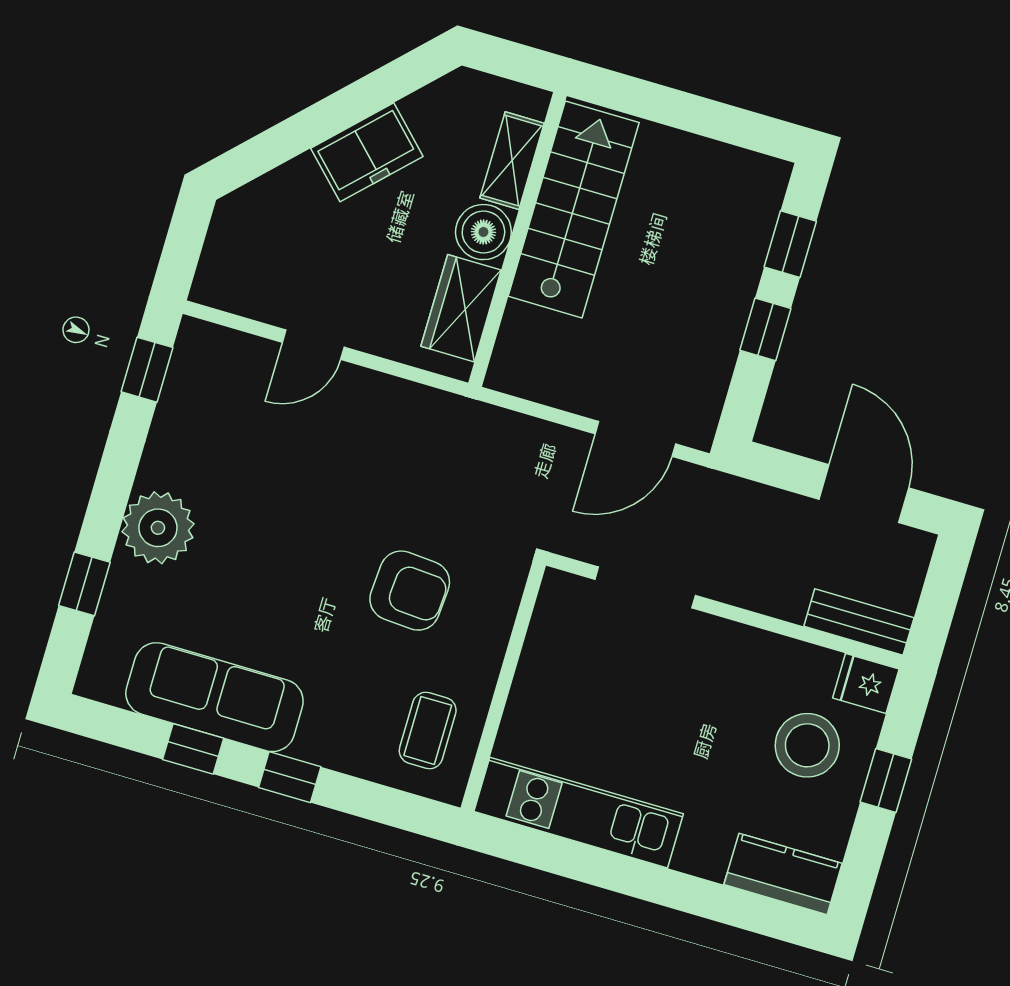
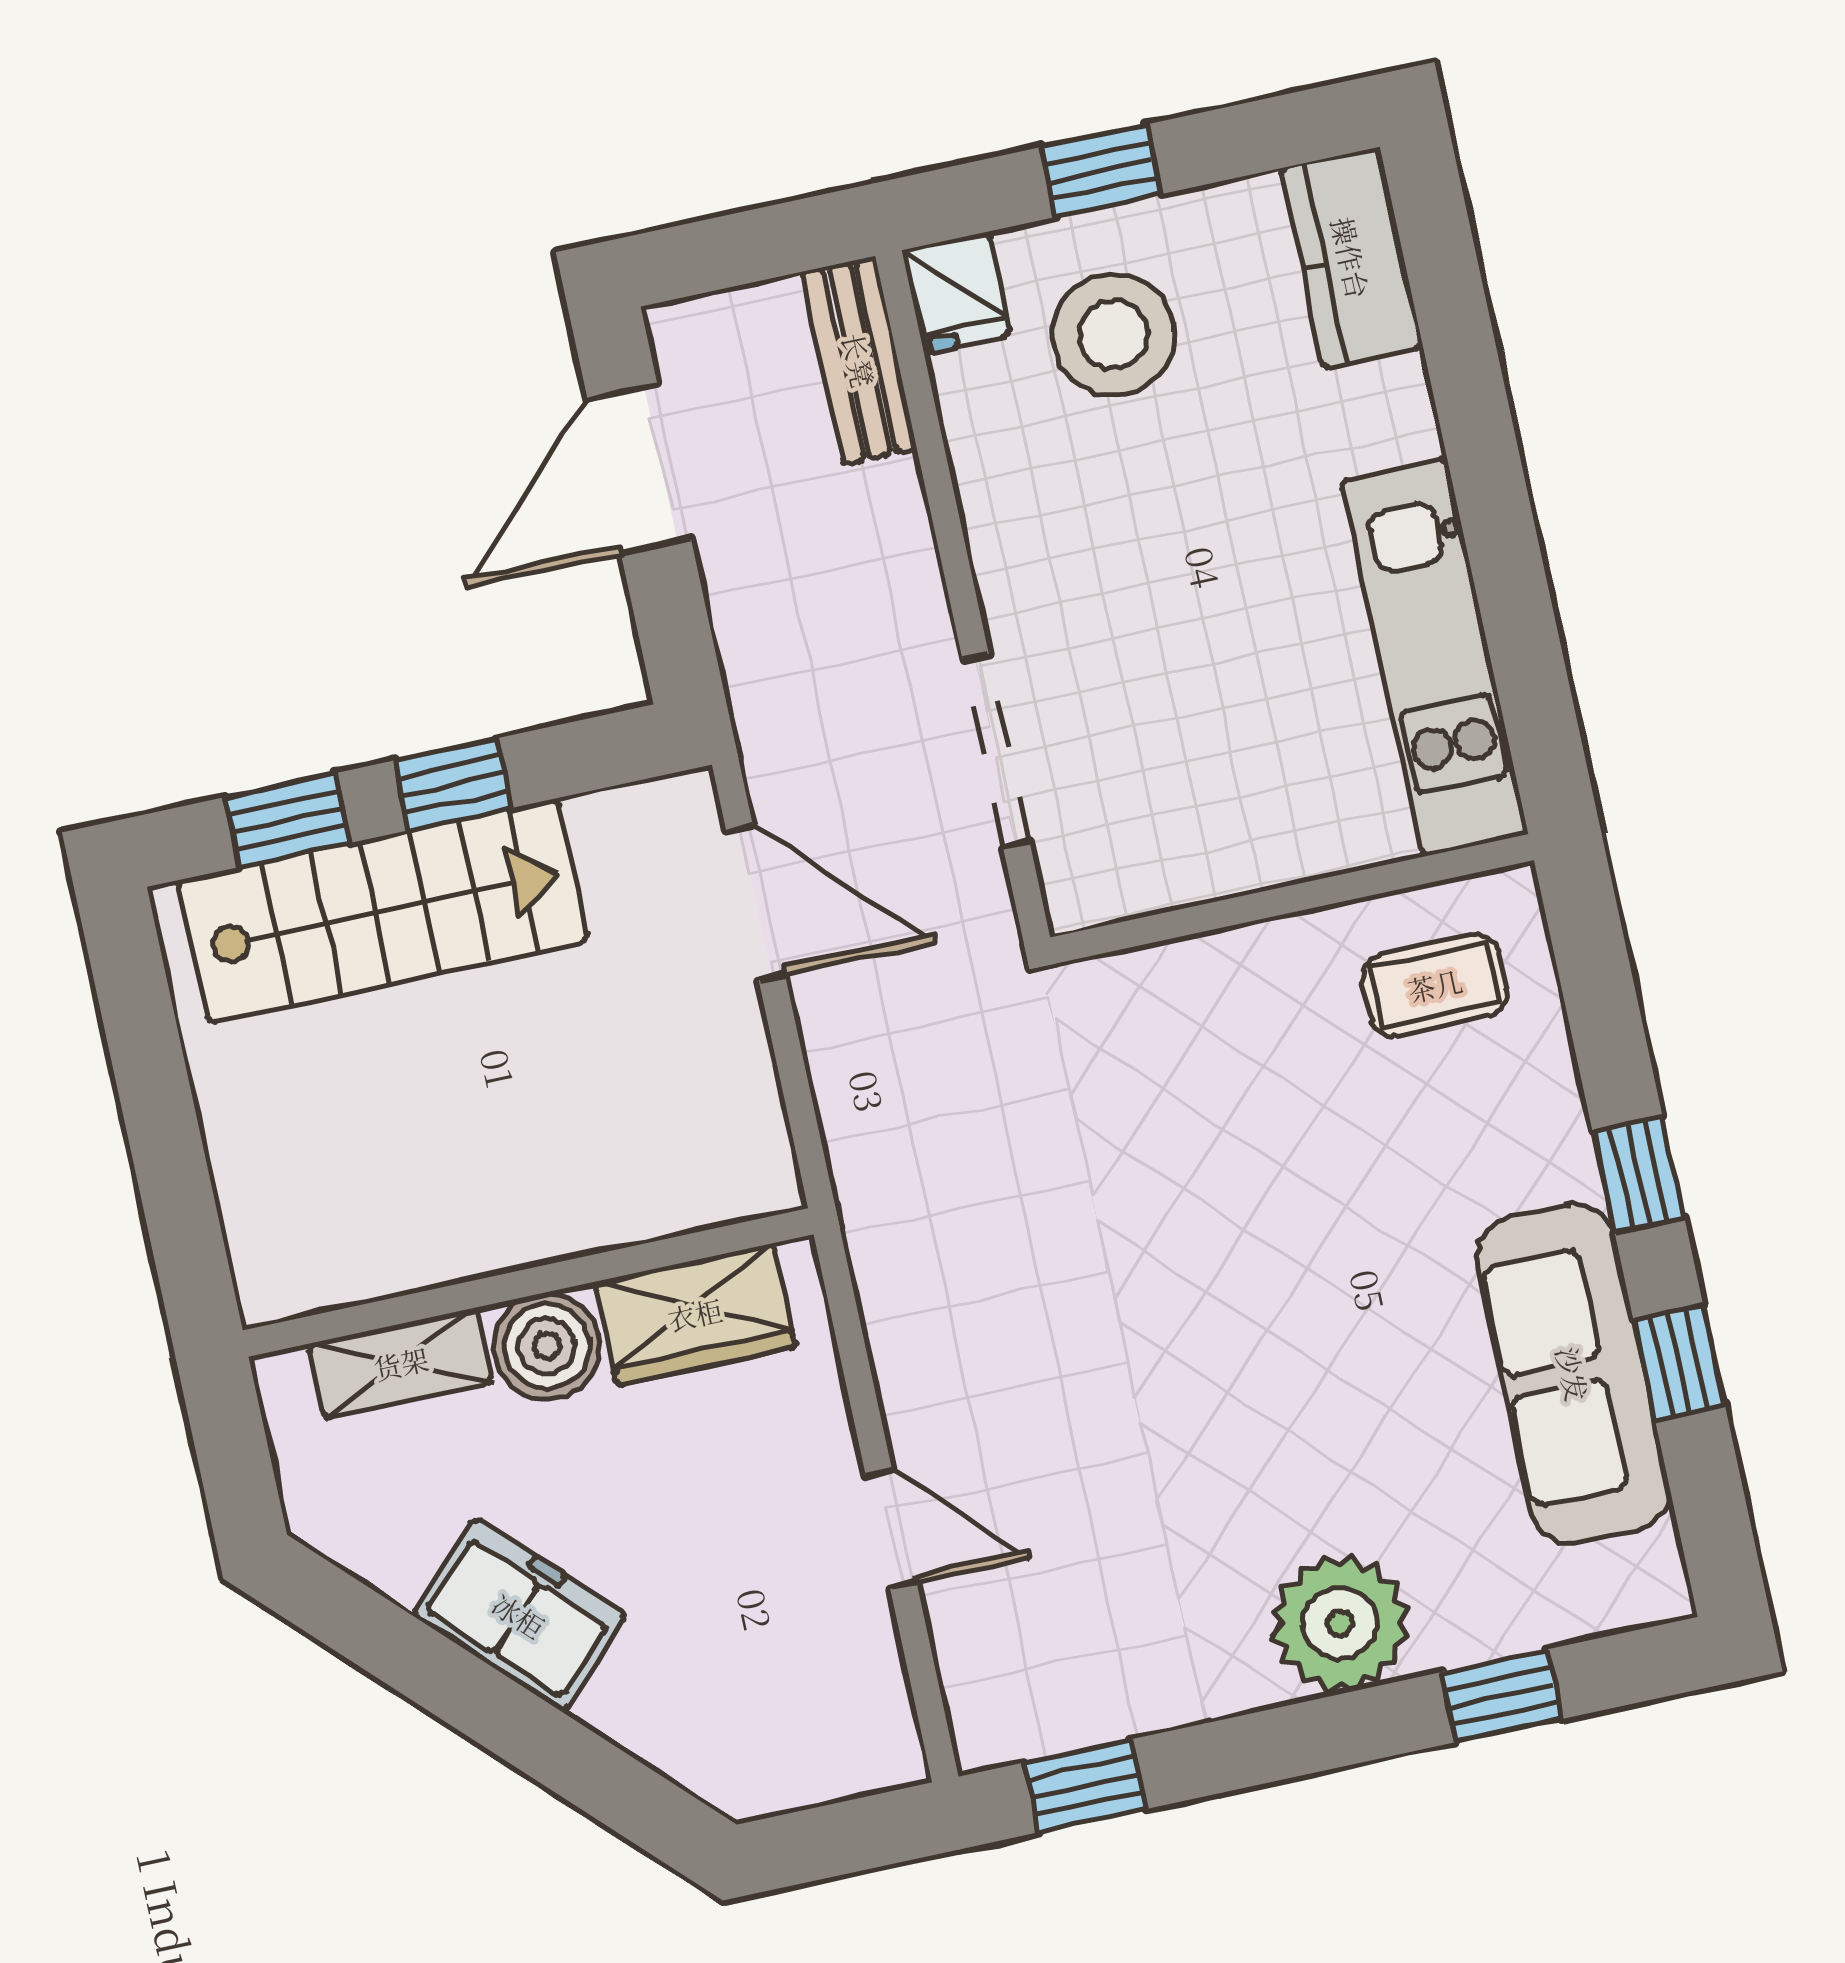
stairs: (574, 209) -> (383, 911), moved, turned 180
armchair: (410, 591) -> (1216, 1143), removed

